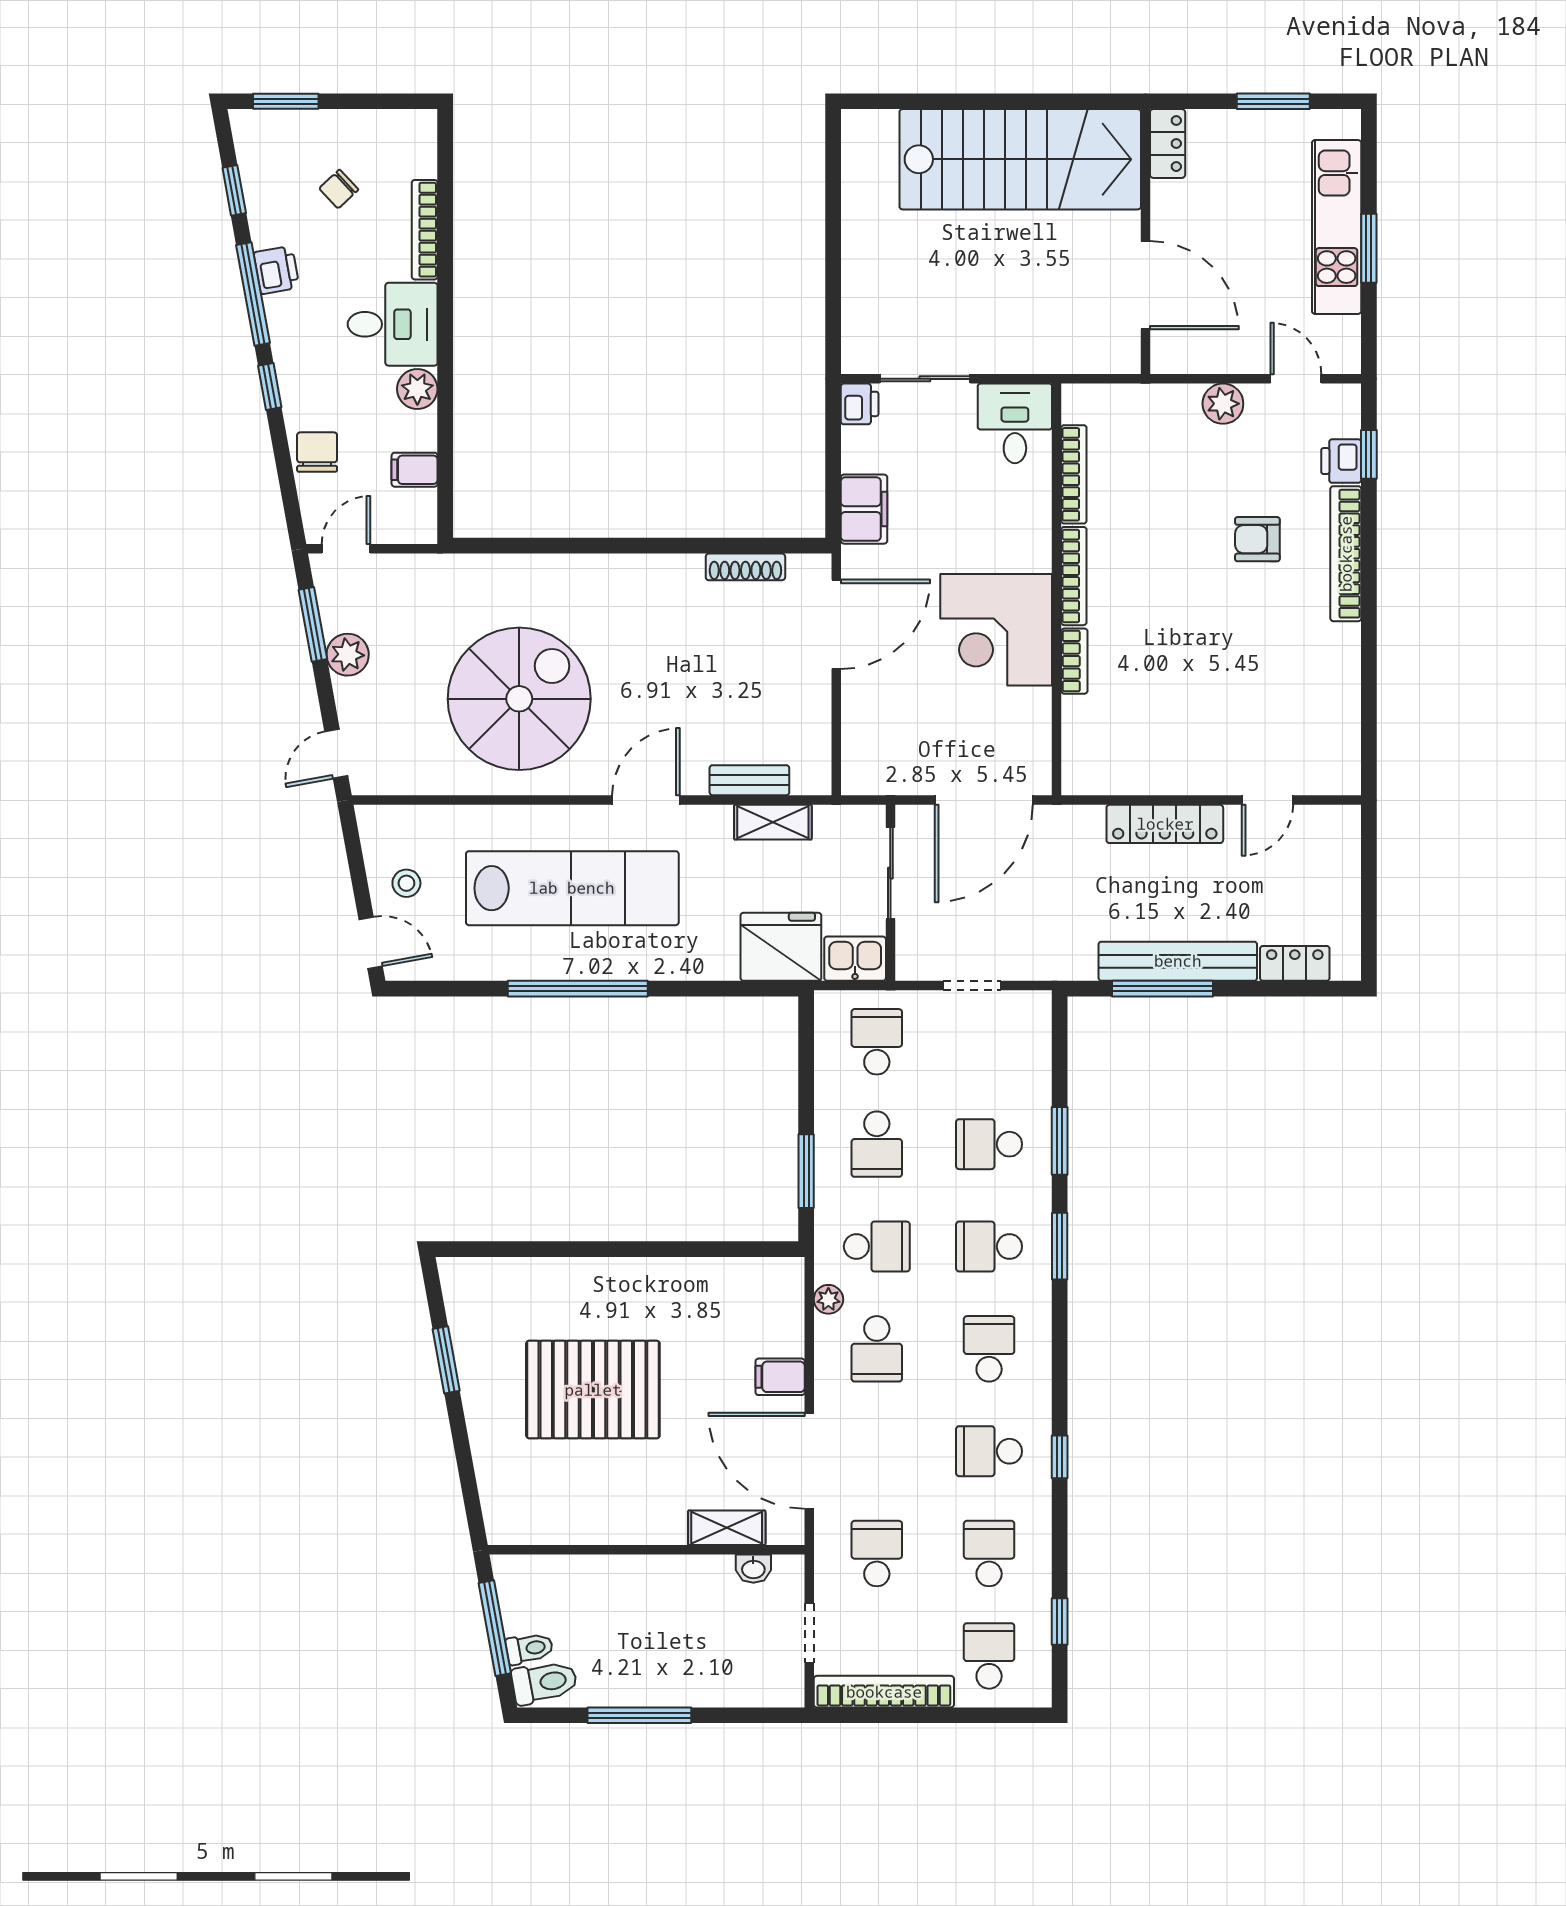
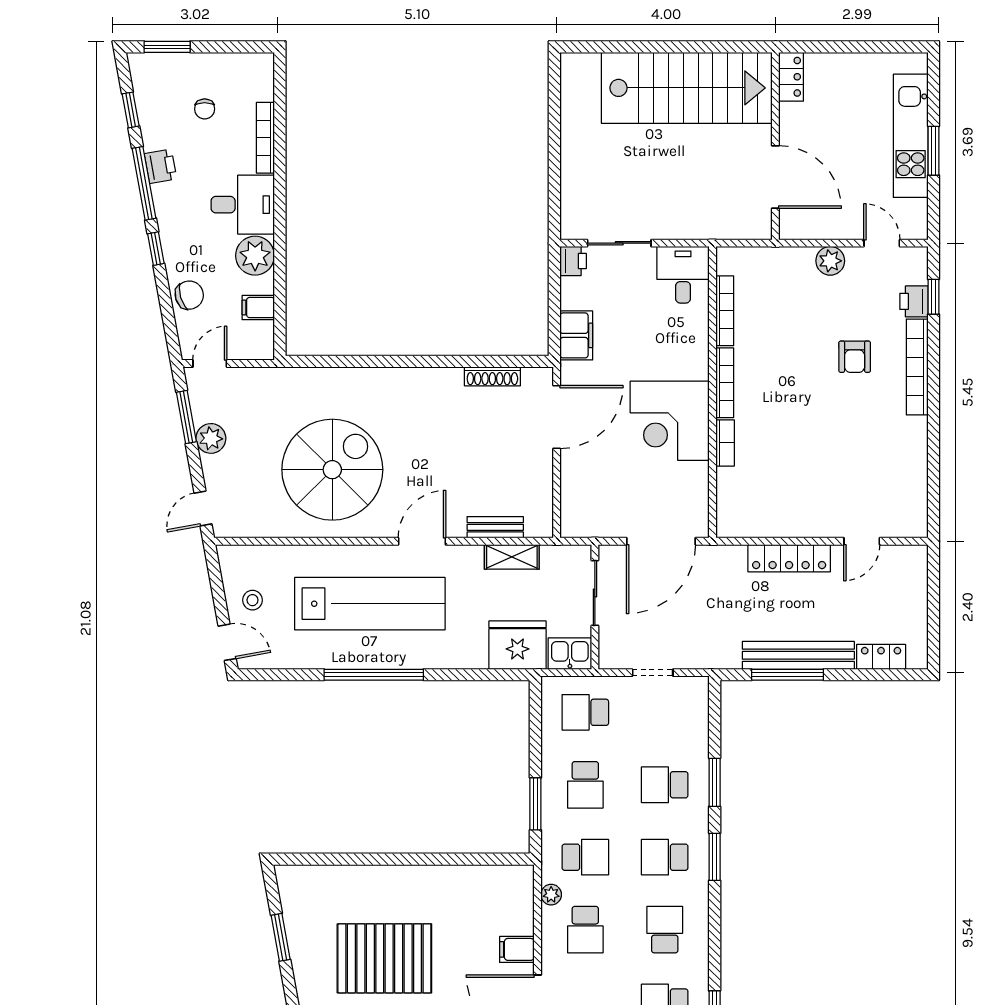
window: (1273, 101) -> (866, 47), removed
chair: (339, 189) -> (205, 109), turned -47
plant: (417, 389) -> (255, 256), width x1.36, depth x1.36
chair: (317, 452) -> (189, 295), turned 73
armchair: (1257, 539) -> (855, 357), turned -90
school desk: (877, 1042) -> (585, 712), turned -90

